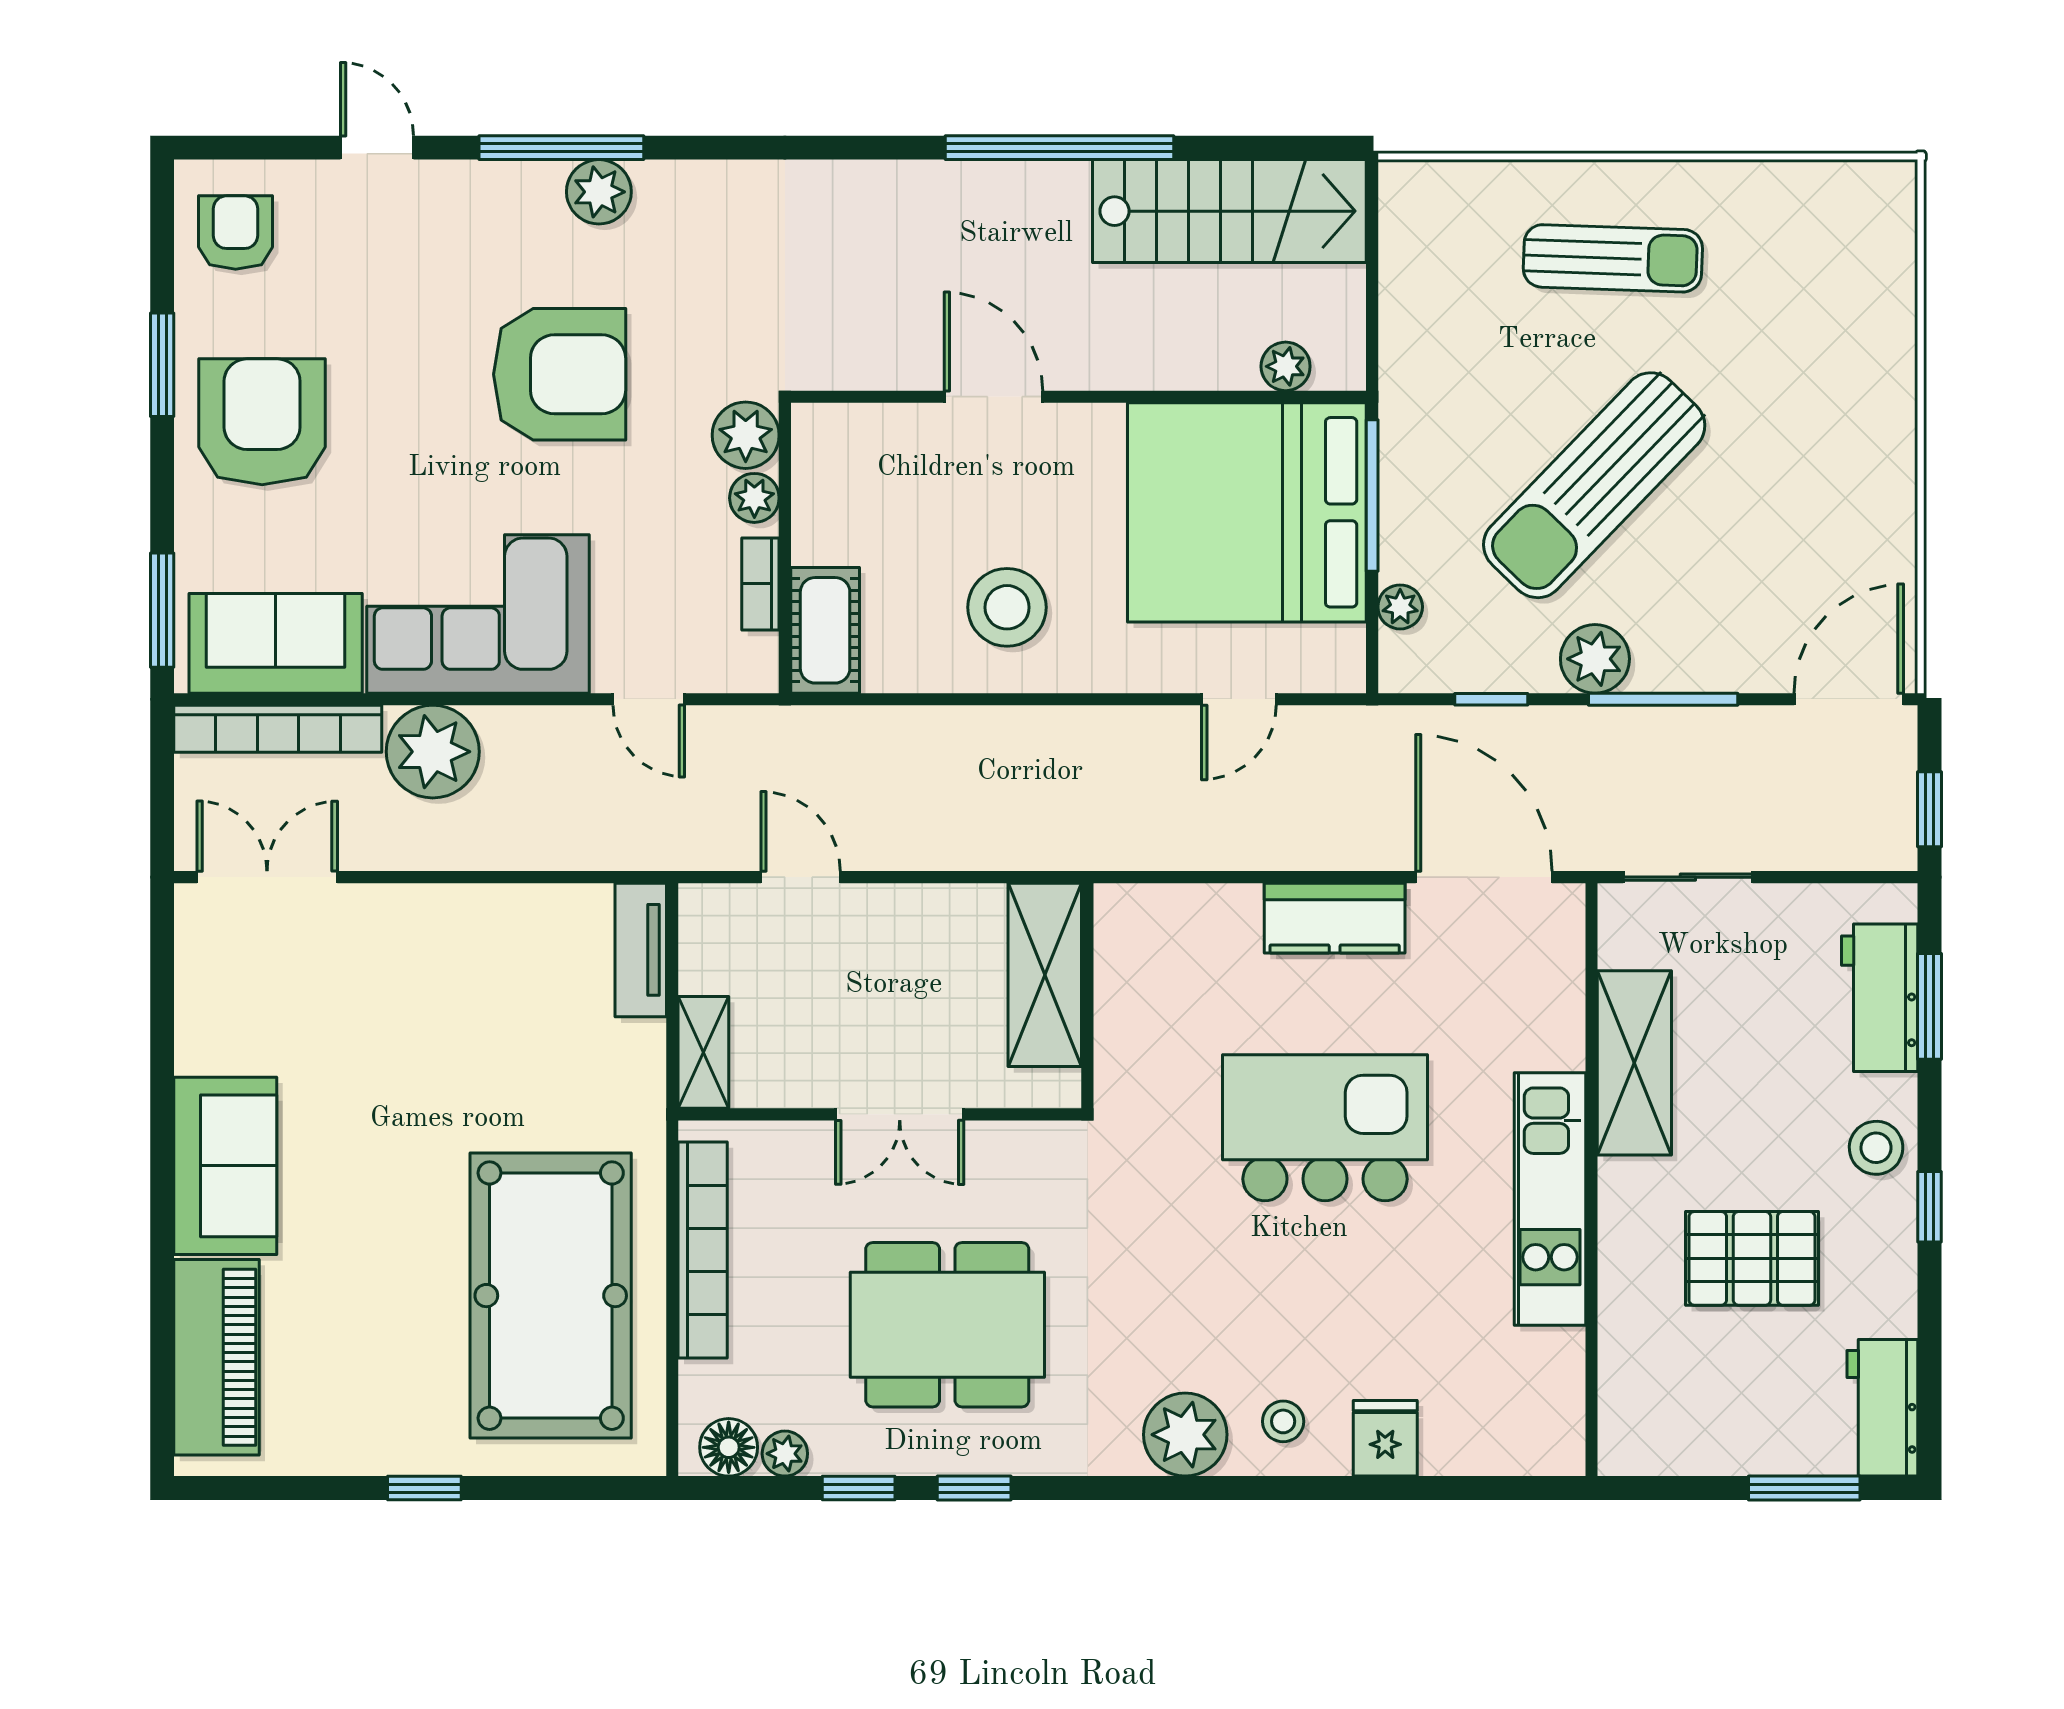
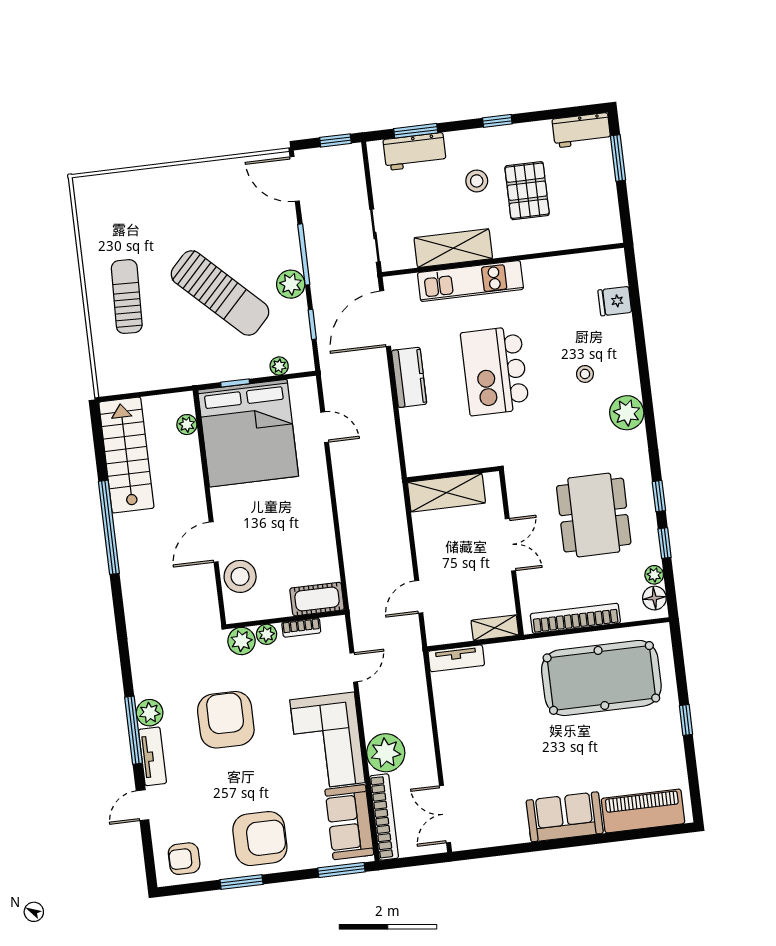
tv unit: (492, 186) -> (152, 756), added
armchair: (262, 422) -> (260, 839), turned 180
window: (1372, 496) -> (235, 383), width x0.46
stool: (1007, 607) -> (240, 576), moved
stool: (1876, 1148) -> (477, 181), moved
kitchen unit: (1550, 1199) -> (470, 281), moved
stool: (1283, 1421) -> (585, 374), moved
fridge: (1385, 1438) -> (615, 301), moved

